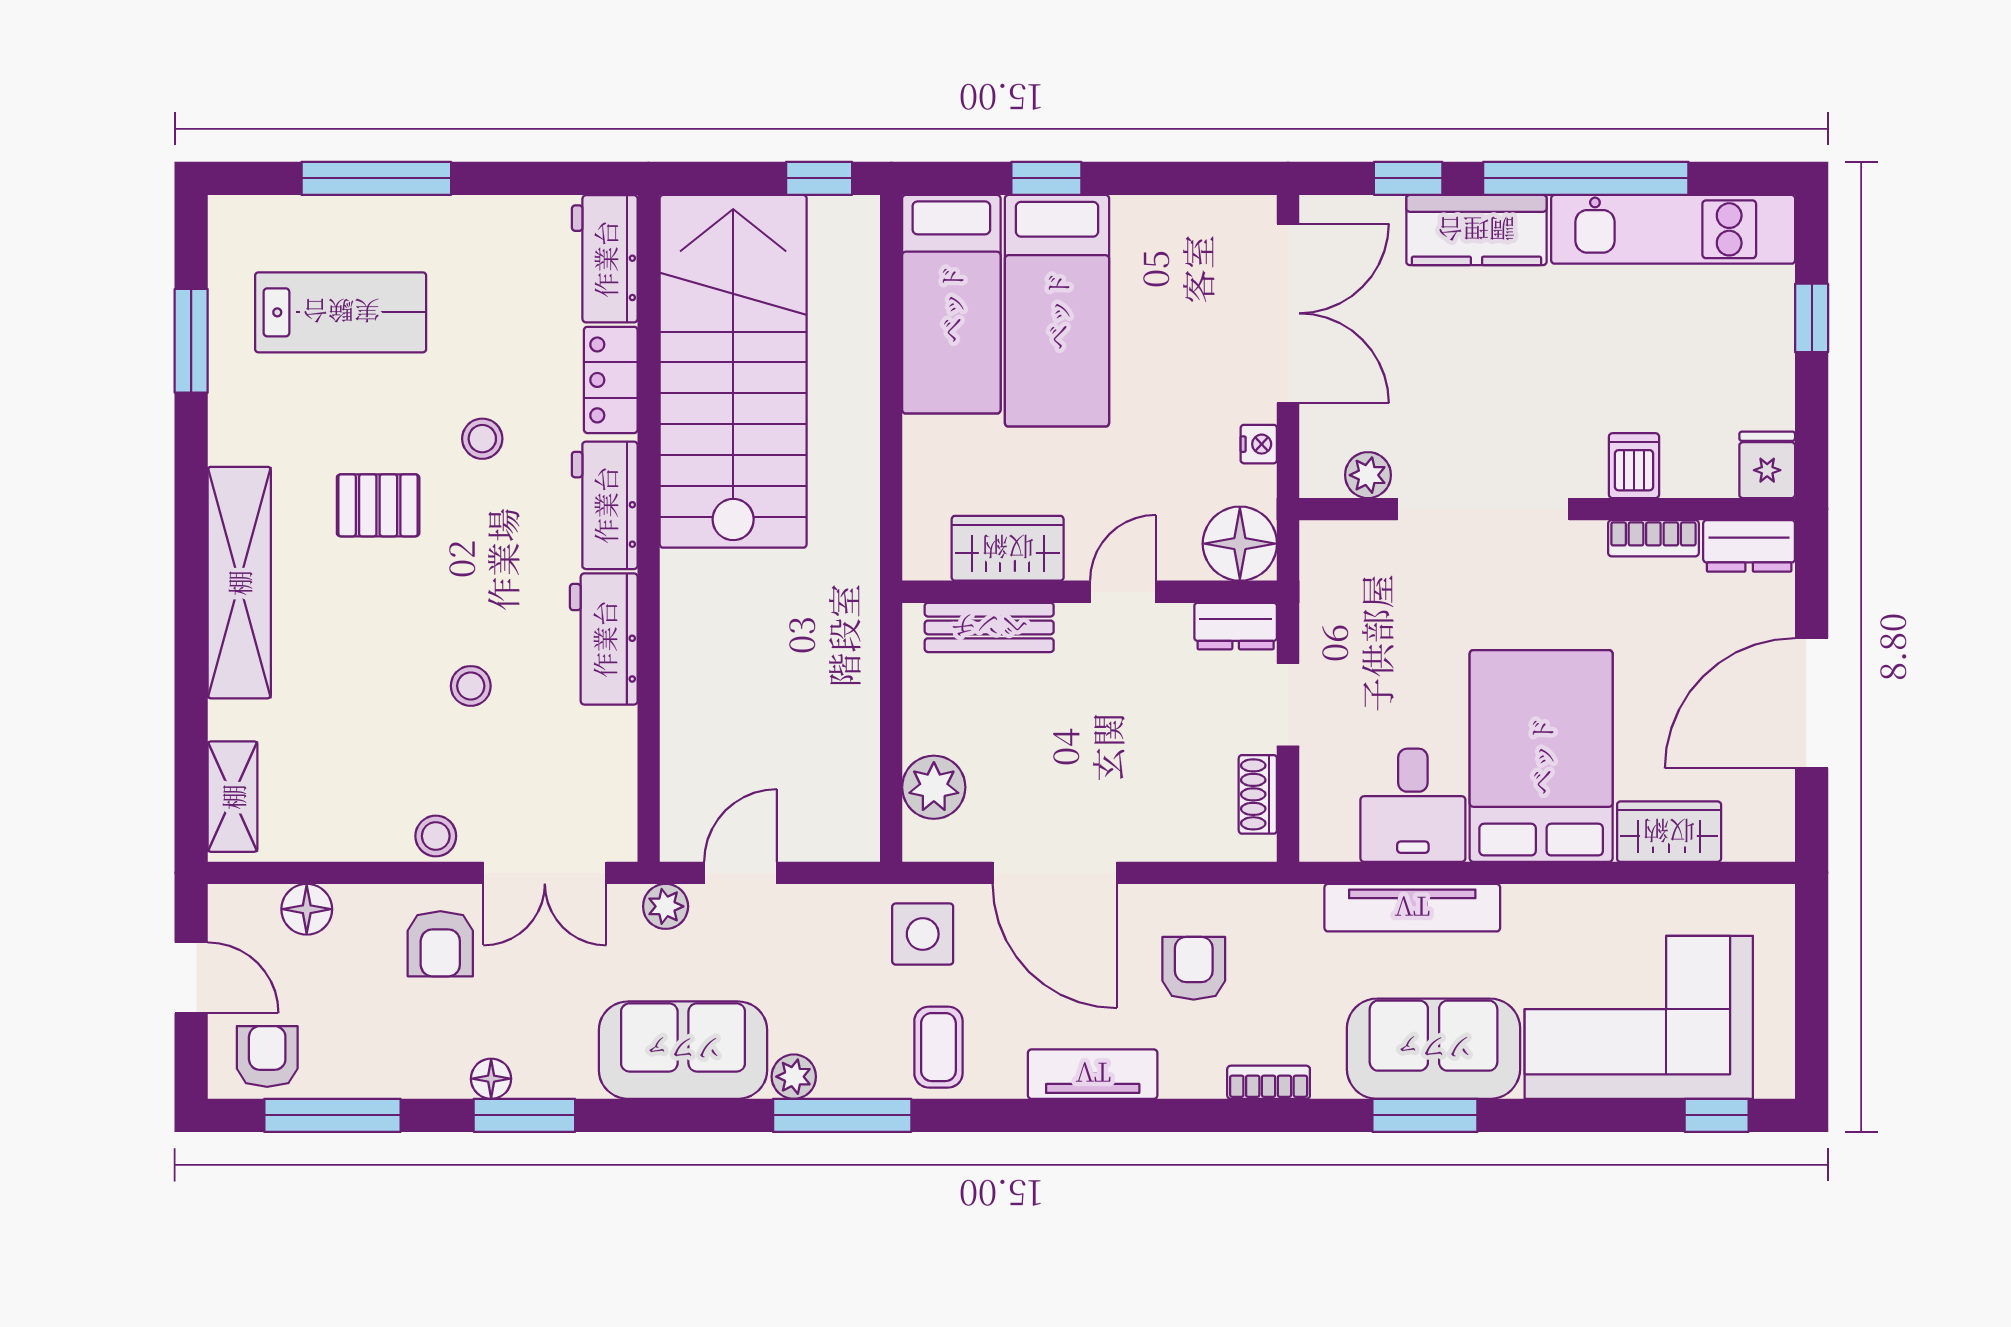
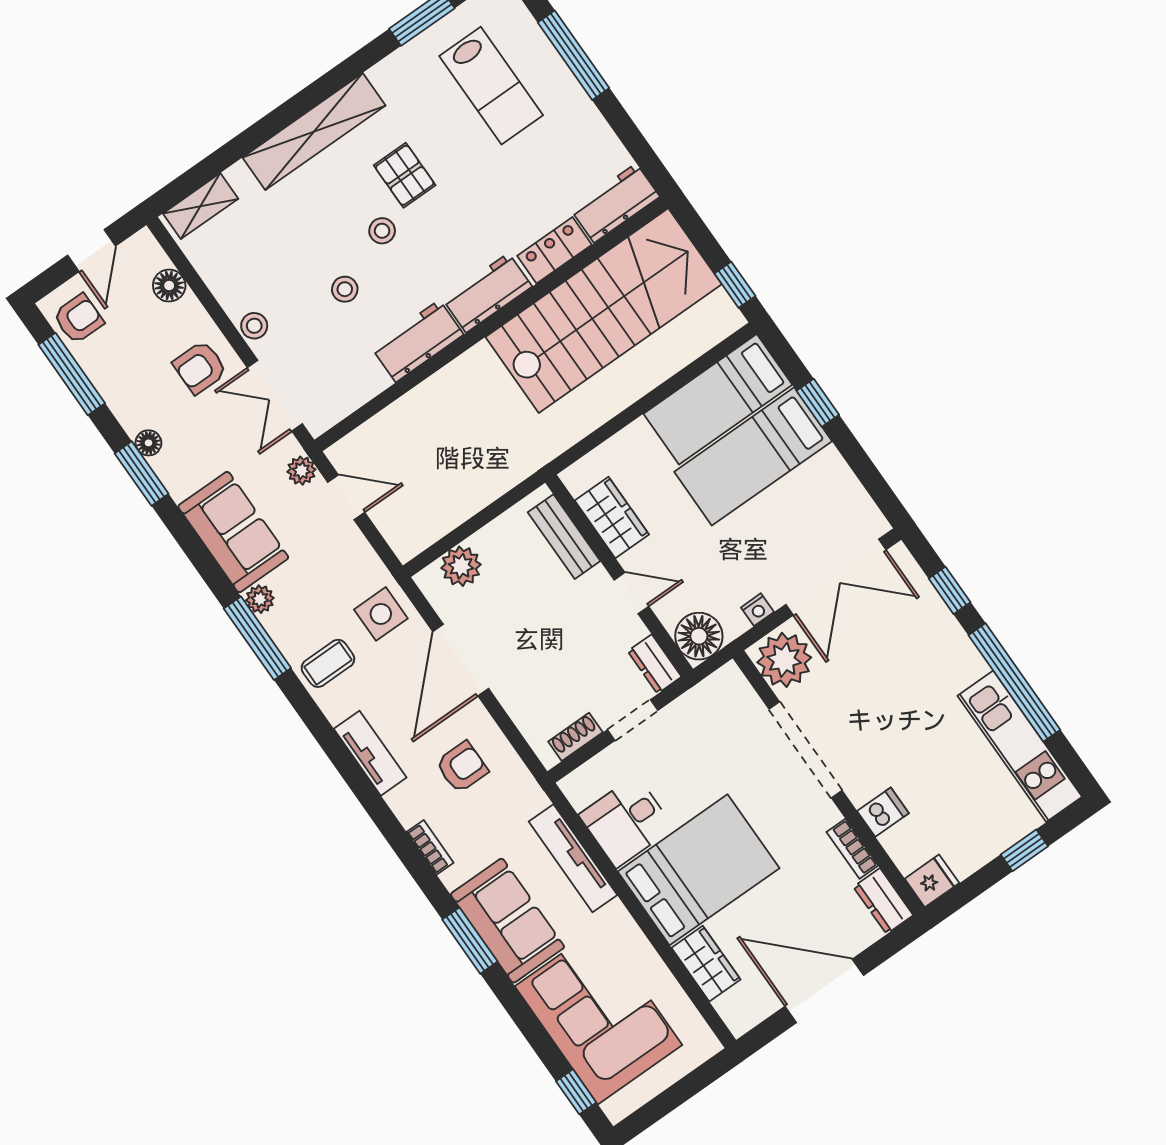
kitchen counter: (1476, 230) -> (948, 645), removed
stool: (482, 439) -> (382, 231), moved
plant: (1368, 475) -> (784, 660), width x1.88, depth x1.88

